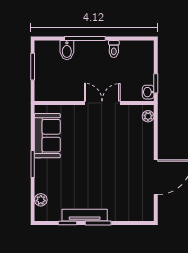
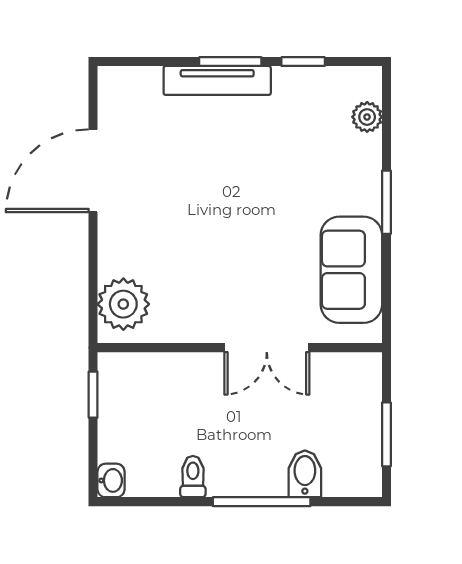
washbasin: (148, 92) -> (111, 480), moved
double door: (102, 103) -> (267, 348), moved
plant: (148, 116) -> (123, 304), width x1.88, depth x1.88
tv unit: (85, 215) -> (217, 80), moved

